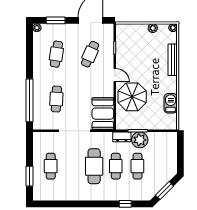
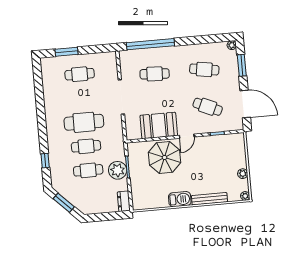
barbecue: (171, 103) -> (180, 199), moved
booth: (103, 114) -> (159, 125), moved
dresser: (122, 137) -> (124, 201), moved

